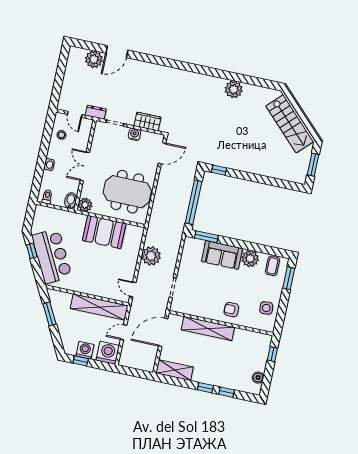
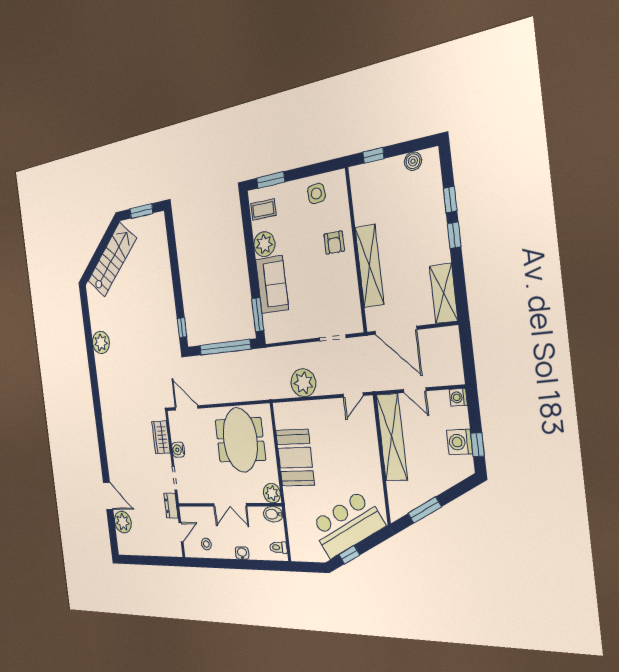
washing machine: (108, 353) -> (458, 397), width x0.53, depth x0.53

